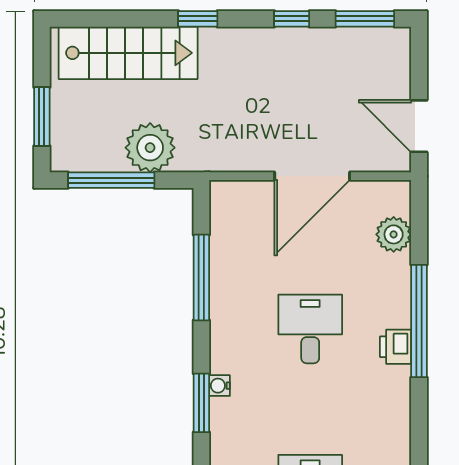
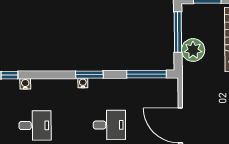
window: (201, 277) -> (147, 74), moved
window: (201, 403) -> (89, 75), moved

